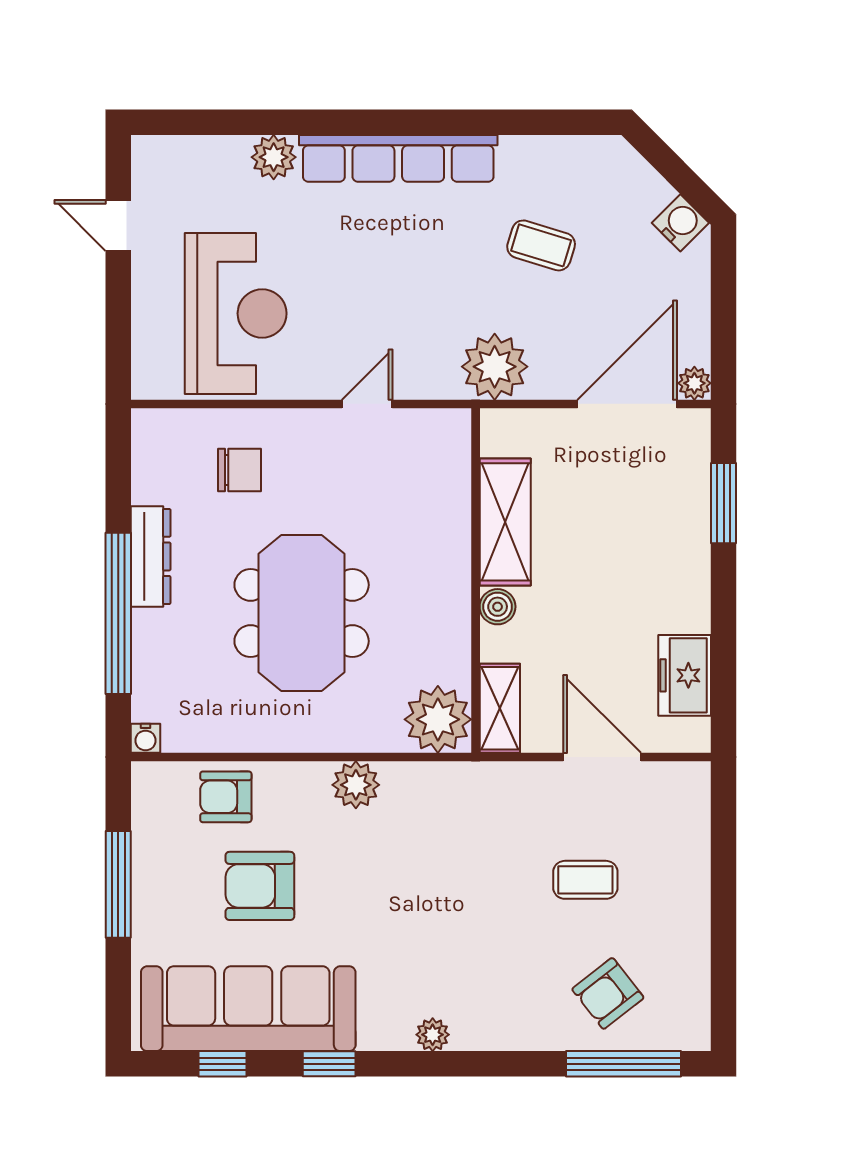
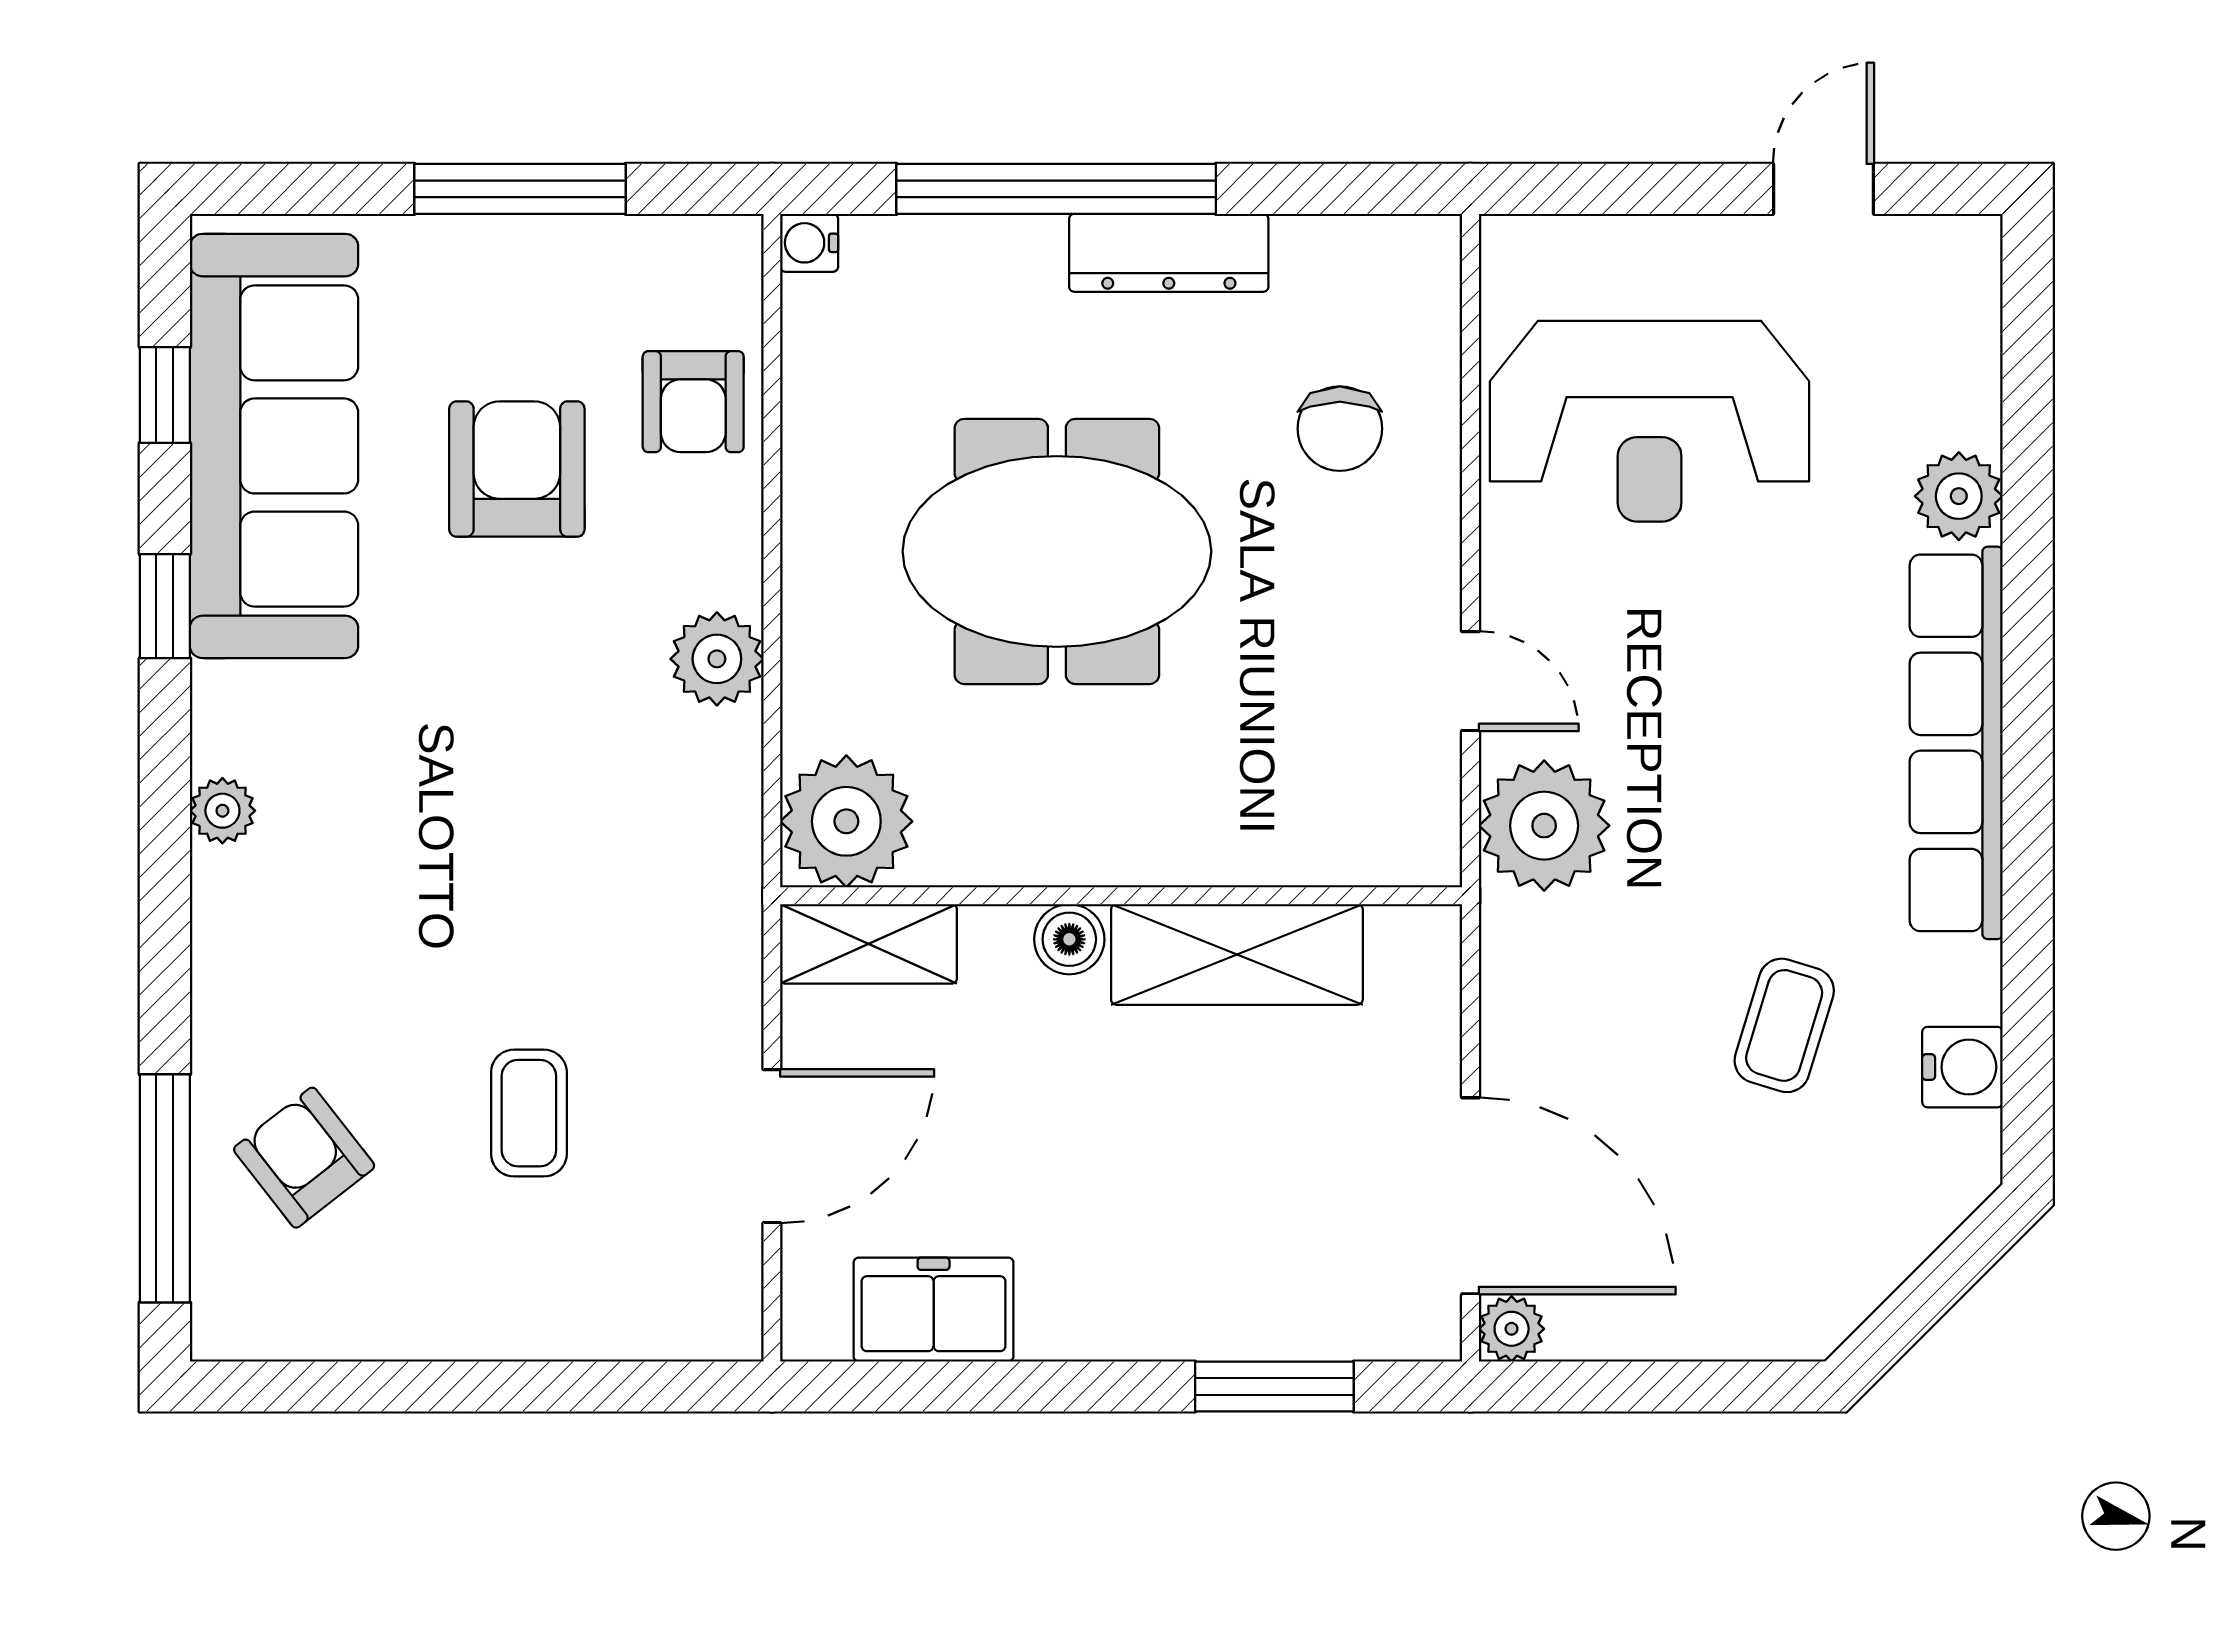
water cooler: (680, 223) -> (1962, 1067), moved, turned -45
plant: (495, 367) -> (1544, 826), moved
armchair: (226, 797) -> (693, 402), turned 180

